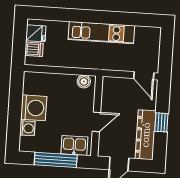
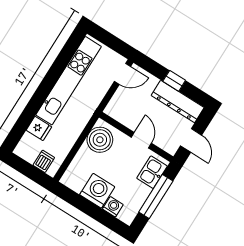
fridge: (36, 33) -> (39, 128), moved, turned 90
kitchen unit: (101, 33) -> (69, 81), width x1.36
boiler: (84, 81) -> (100, 140), width x1.86, depth x1.86

